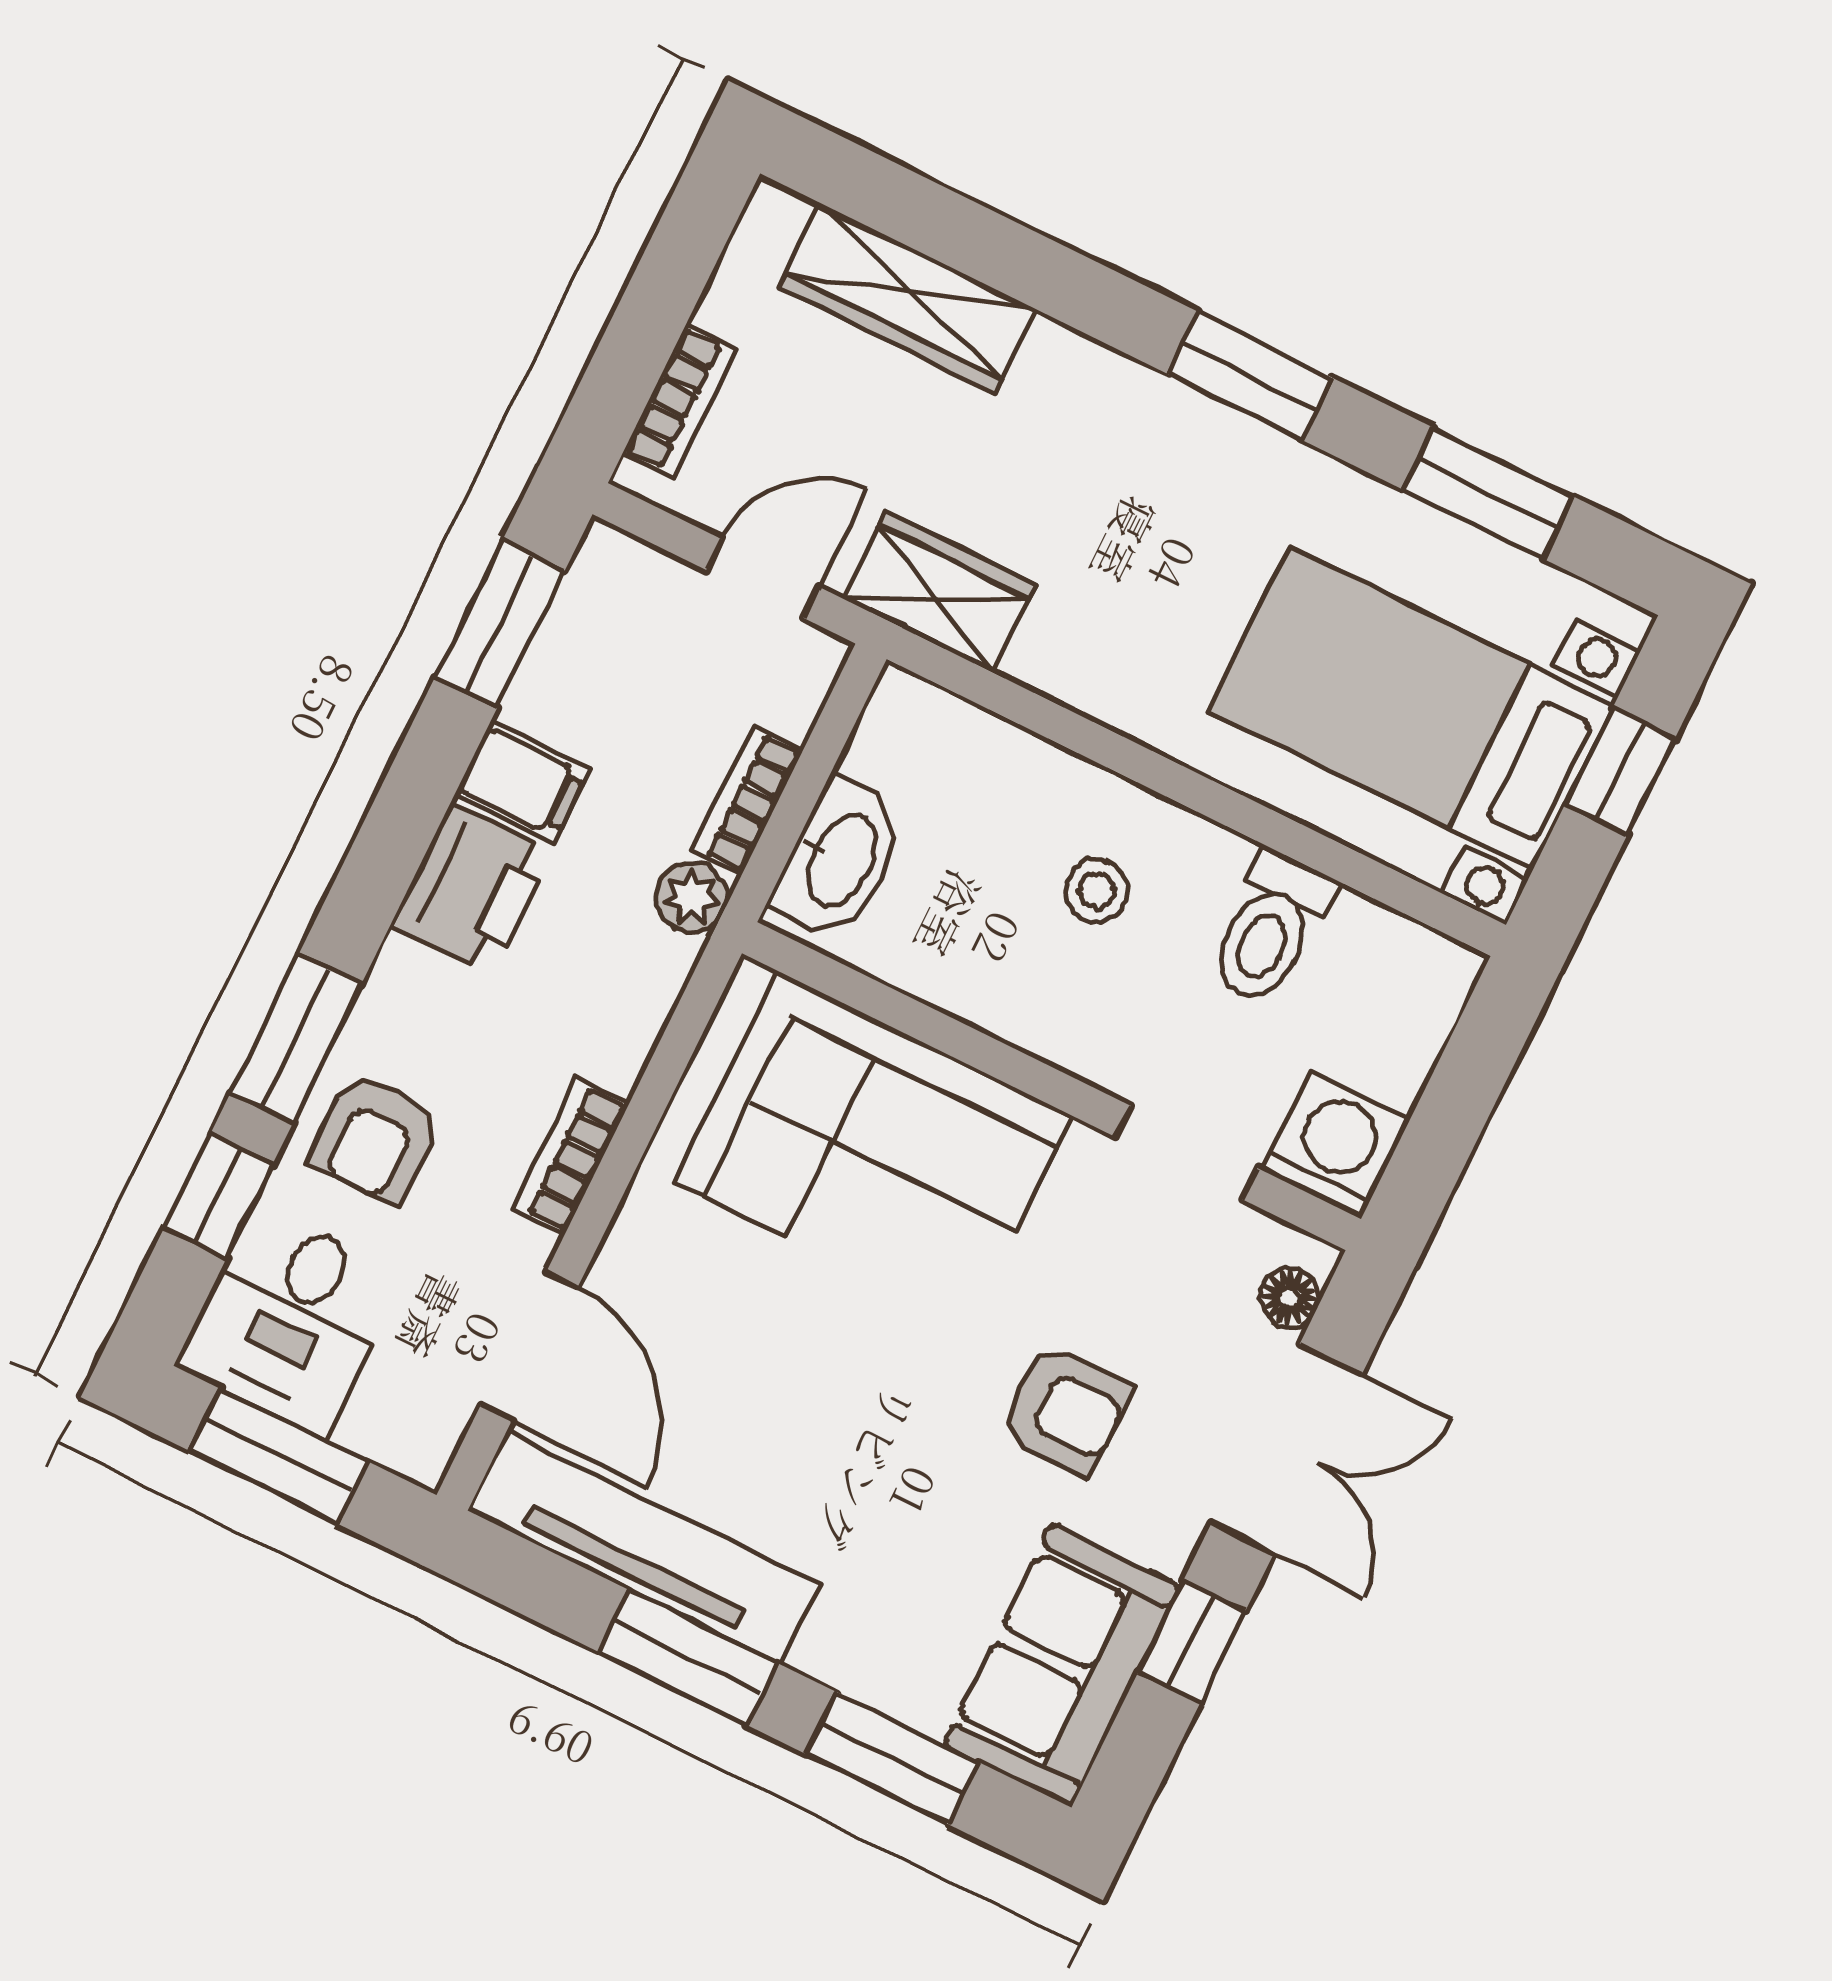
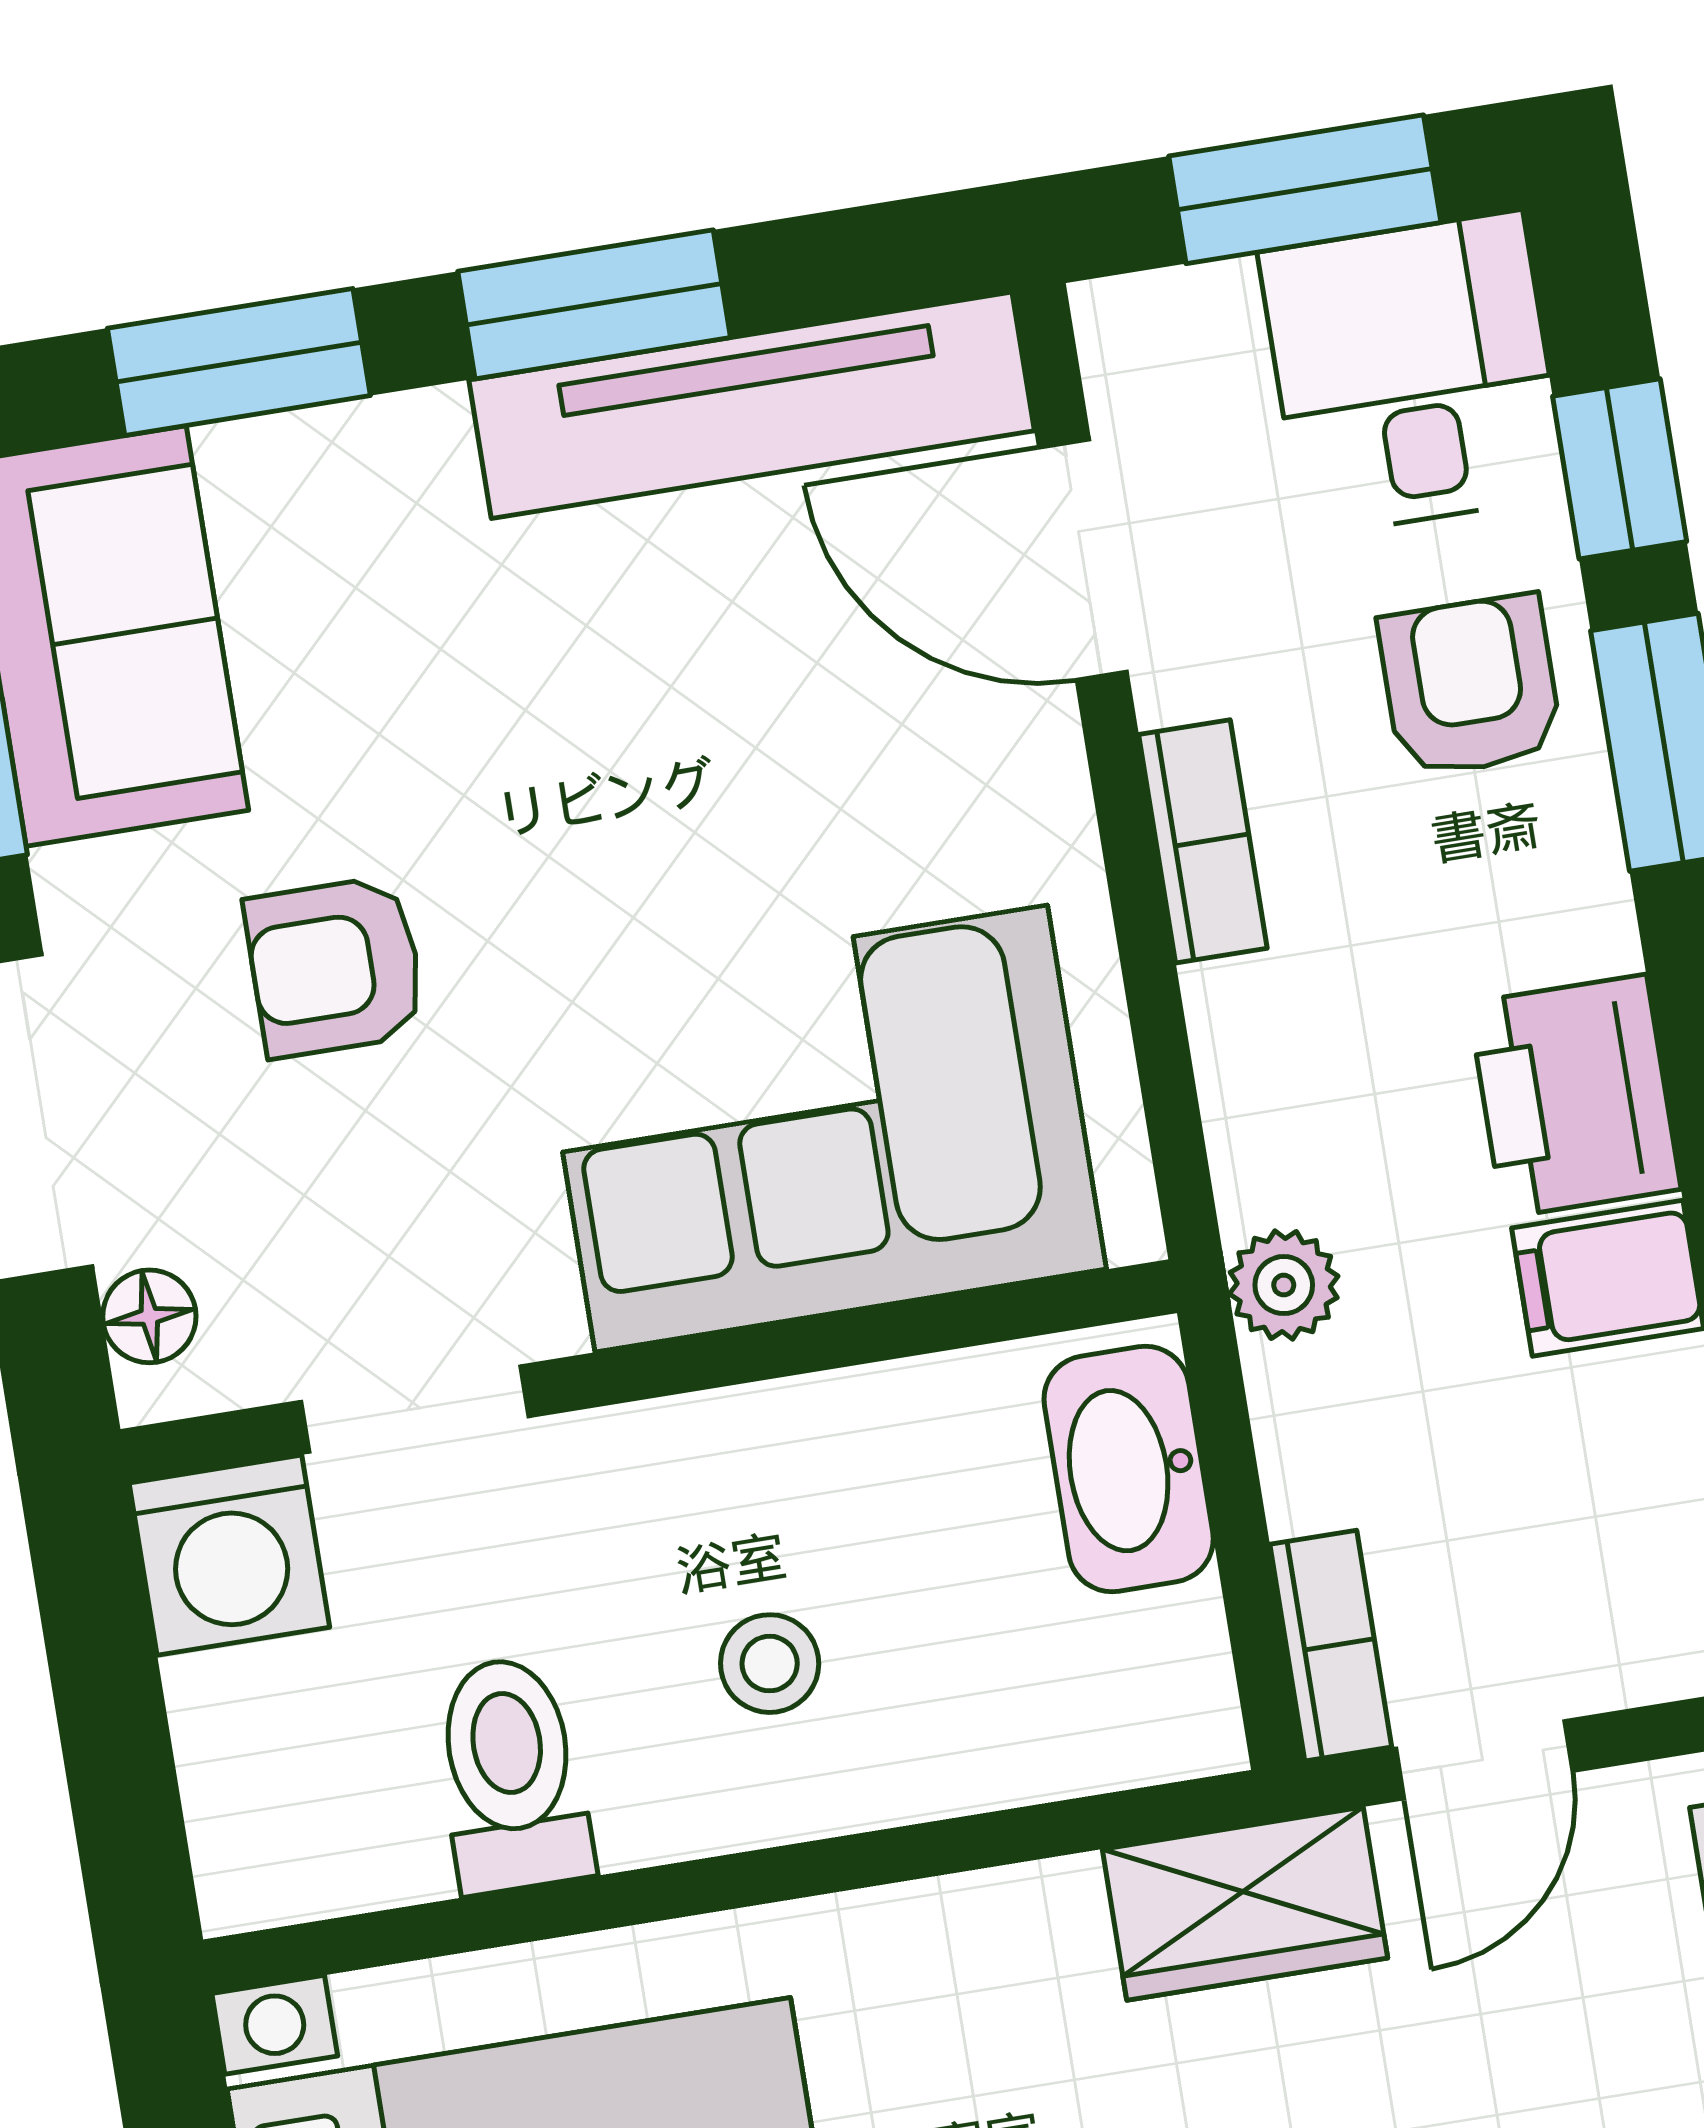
bookcase: (747, 800) -> (1331, 1646), moved

